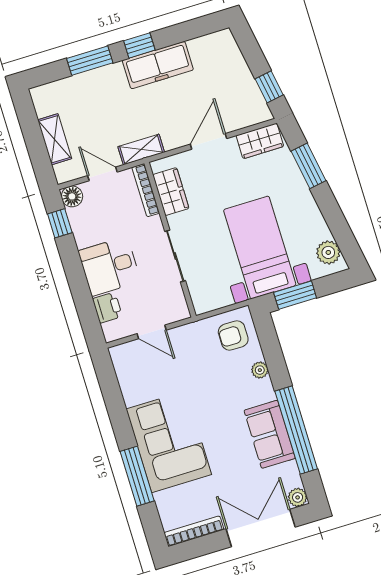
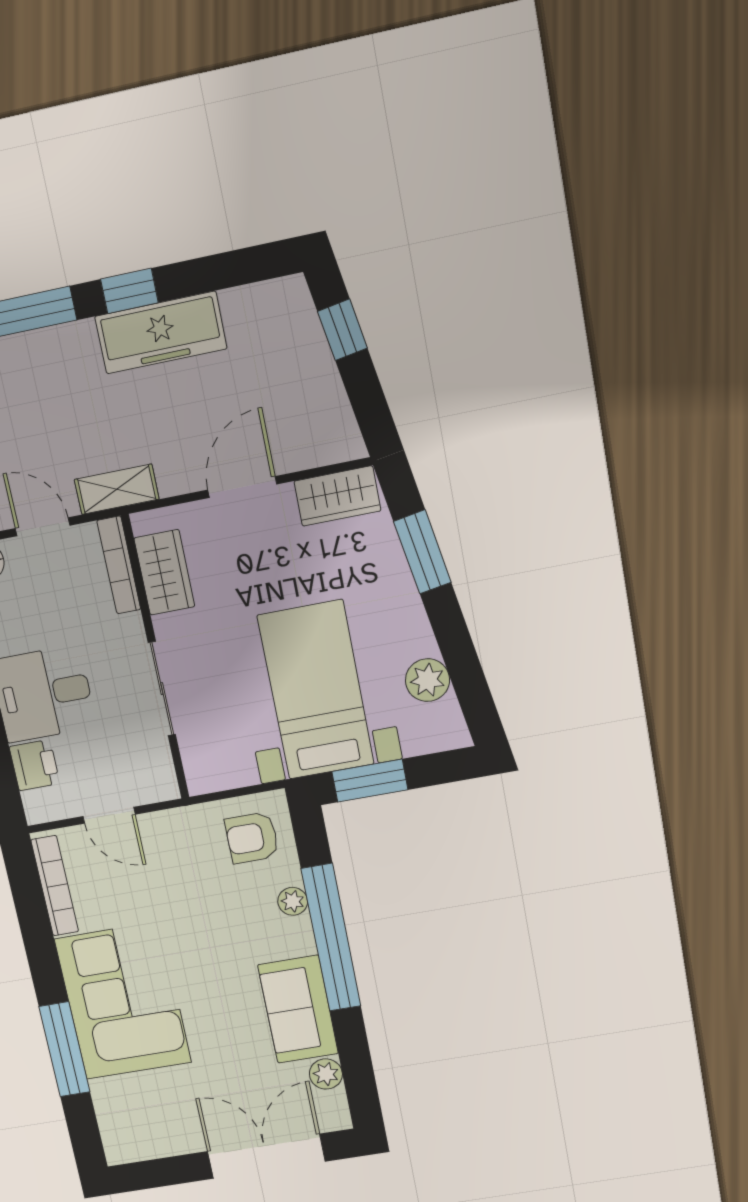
window: (269, 87) -> (342, 330), moved
plant: (328, 252) -> (428, 680), moved
window: (296, 430) -> (331, 938), moved
plant: (298, 497) -> (326, 1074), moved
bookcase: (194, 531) -> (55, 886), moved, turned 90

